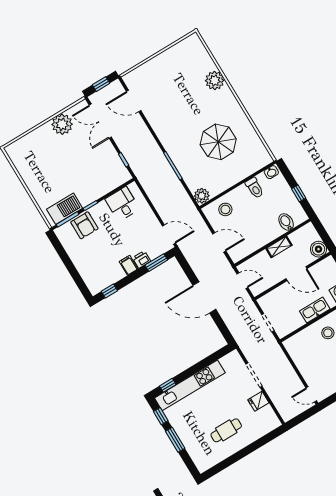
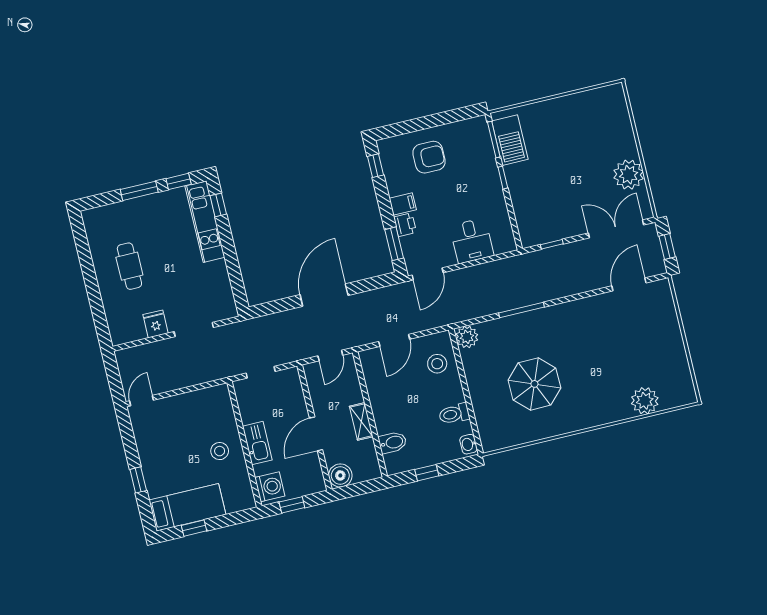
plant: (215, 81) -> (645, 401), moved
desk: (122, 204) -> (472, 241), moved, turned 90
armchair: (84, 225) -> (429, 157), moved, turned 180
kitchen unit: (190, 385) -> (205, 222), width x0.73

